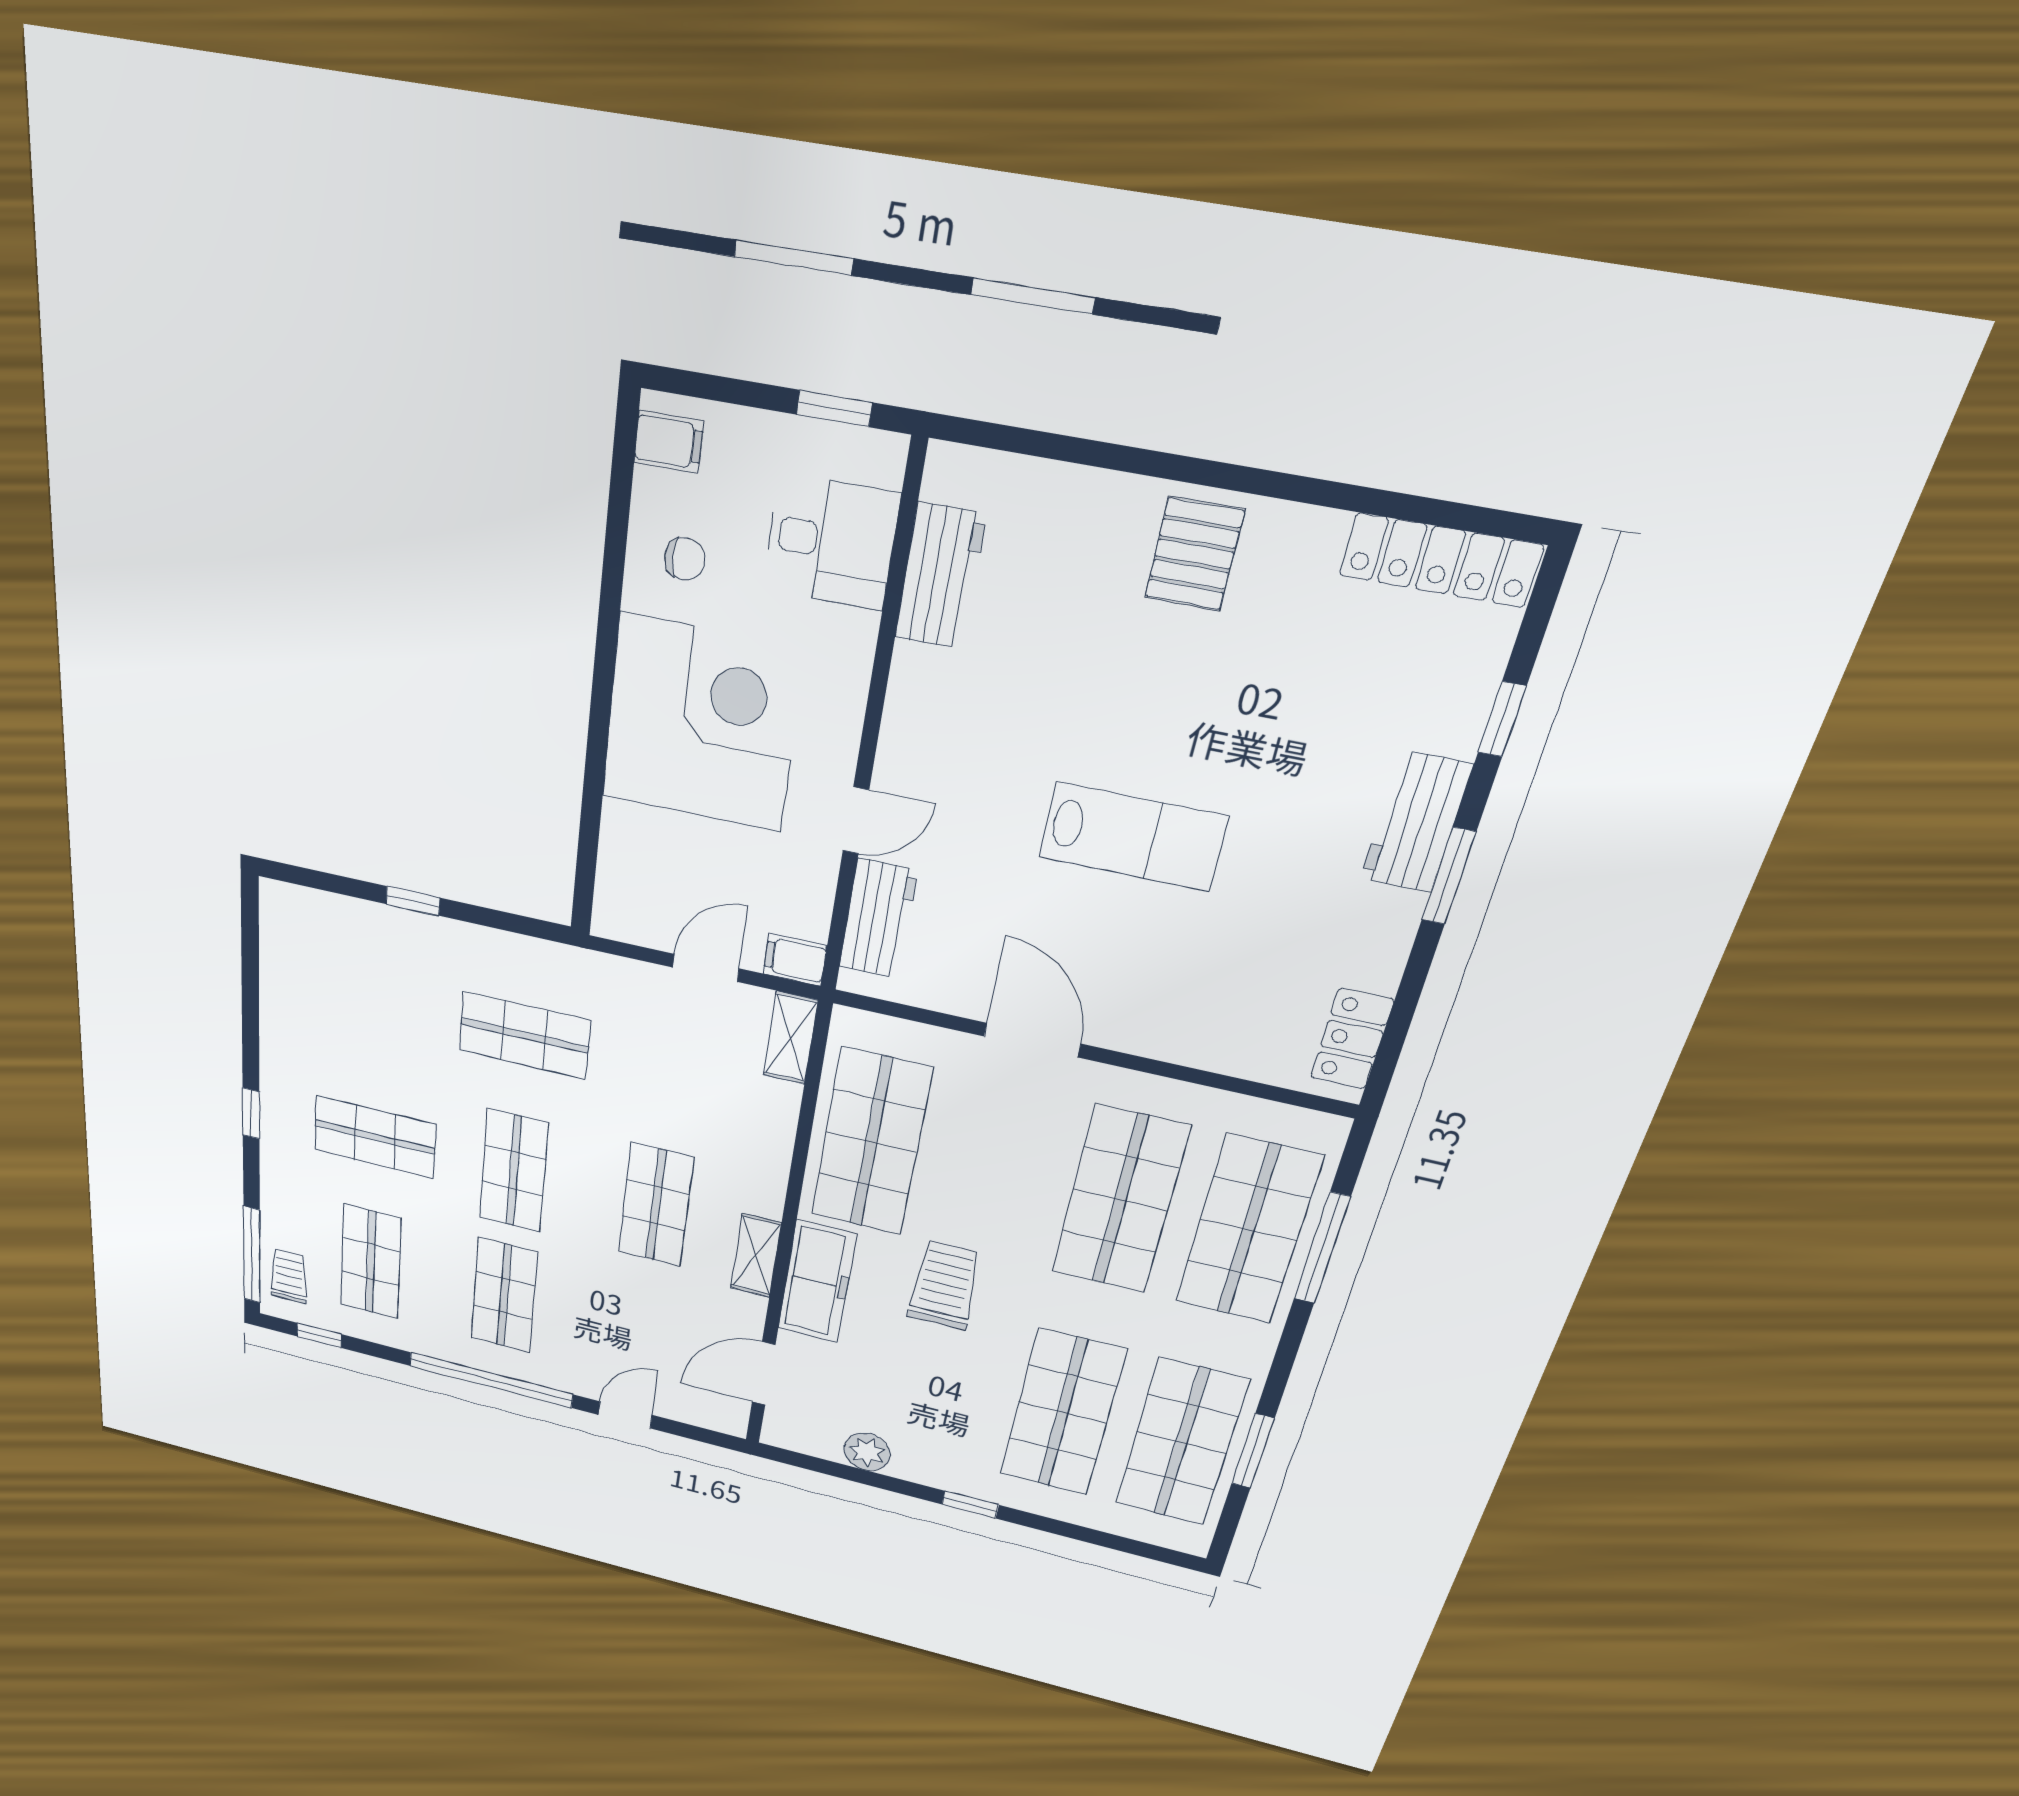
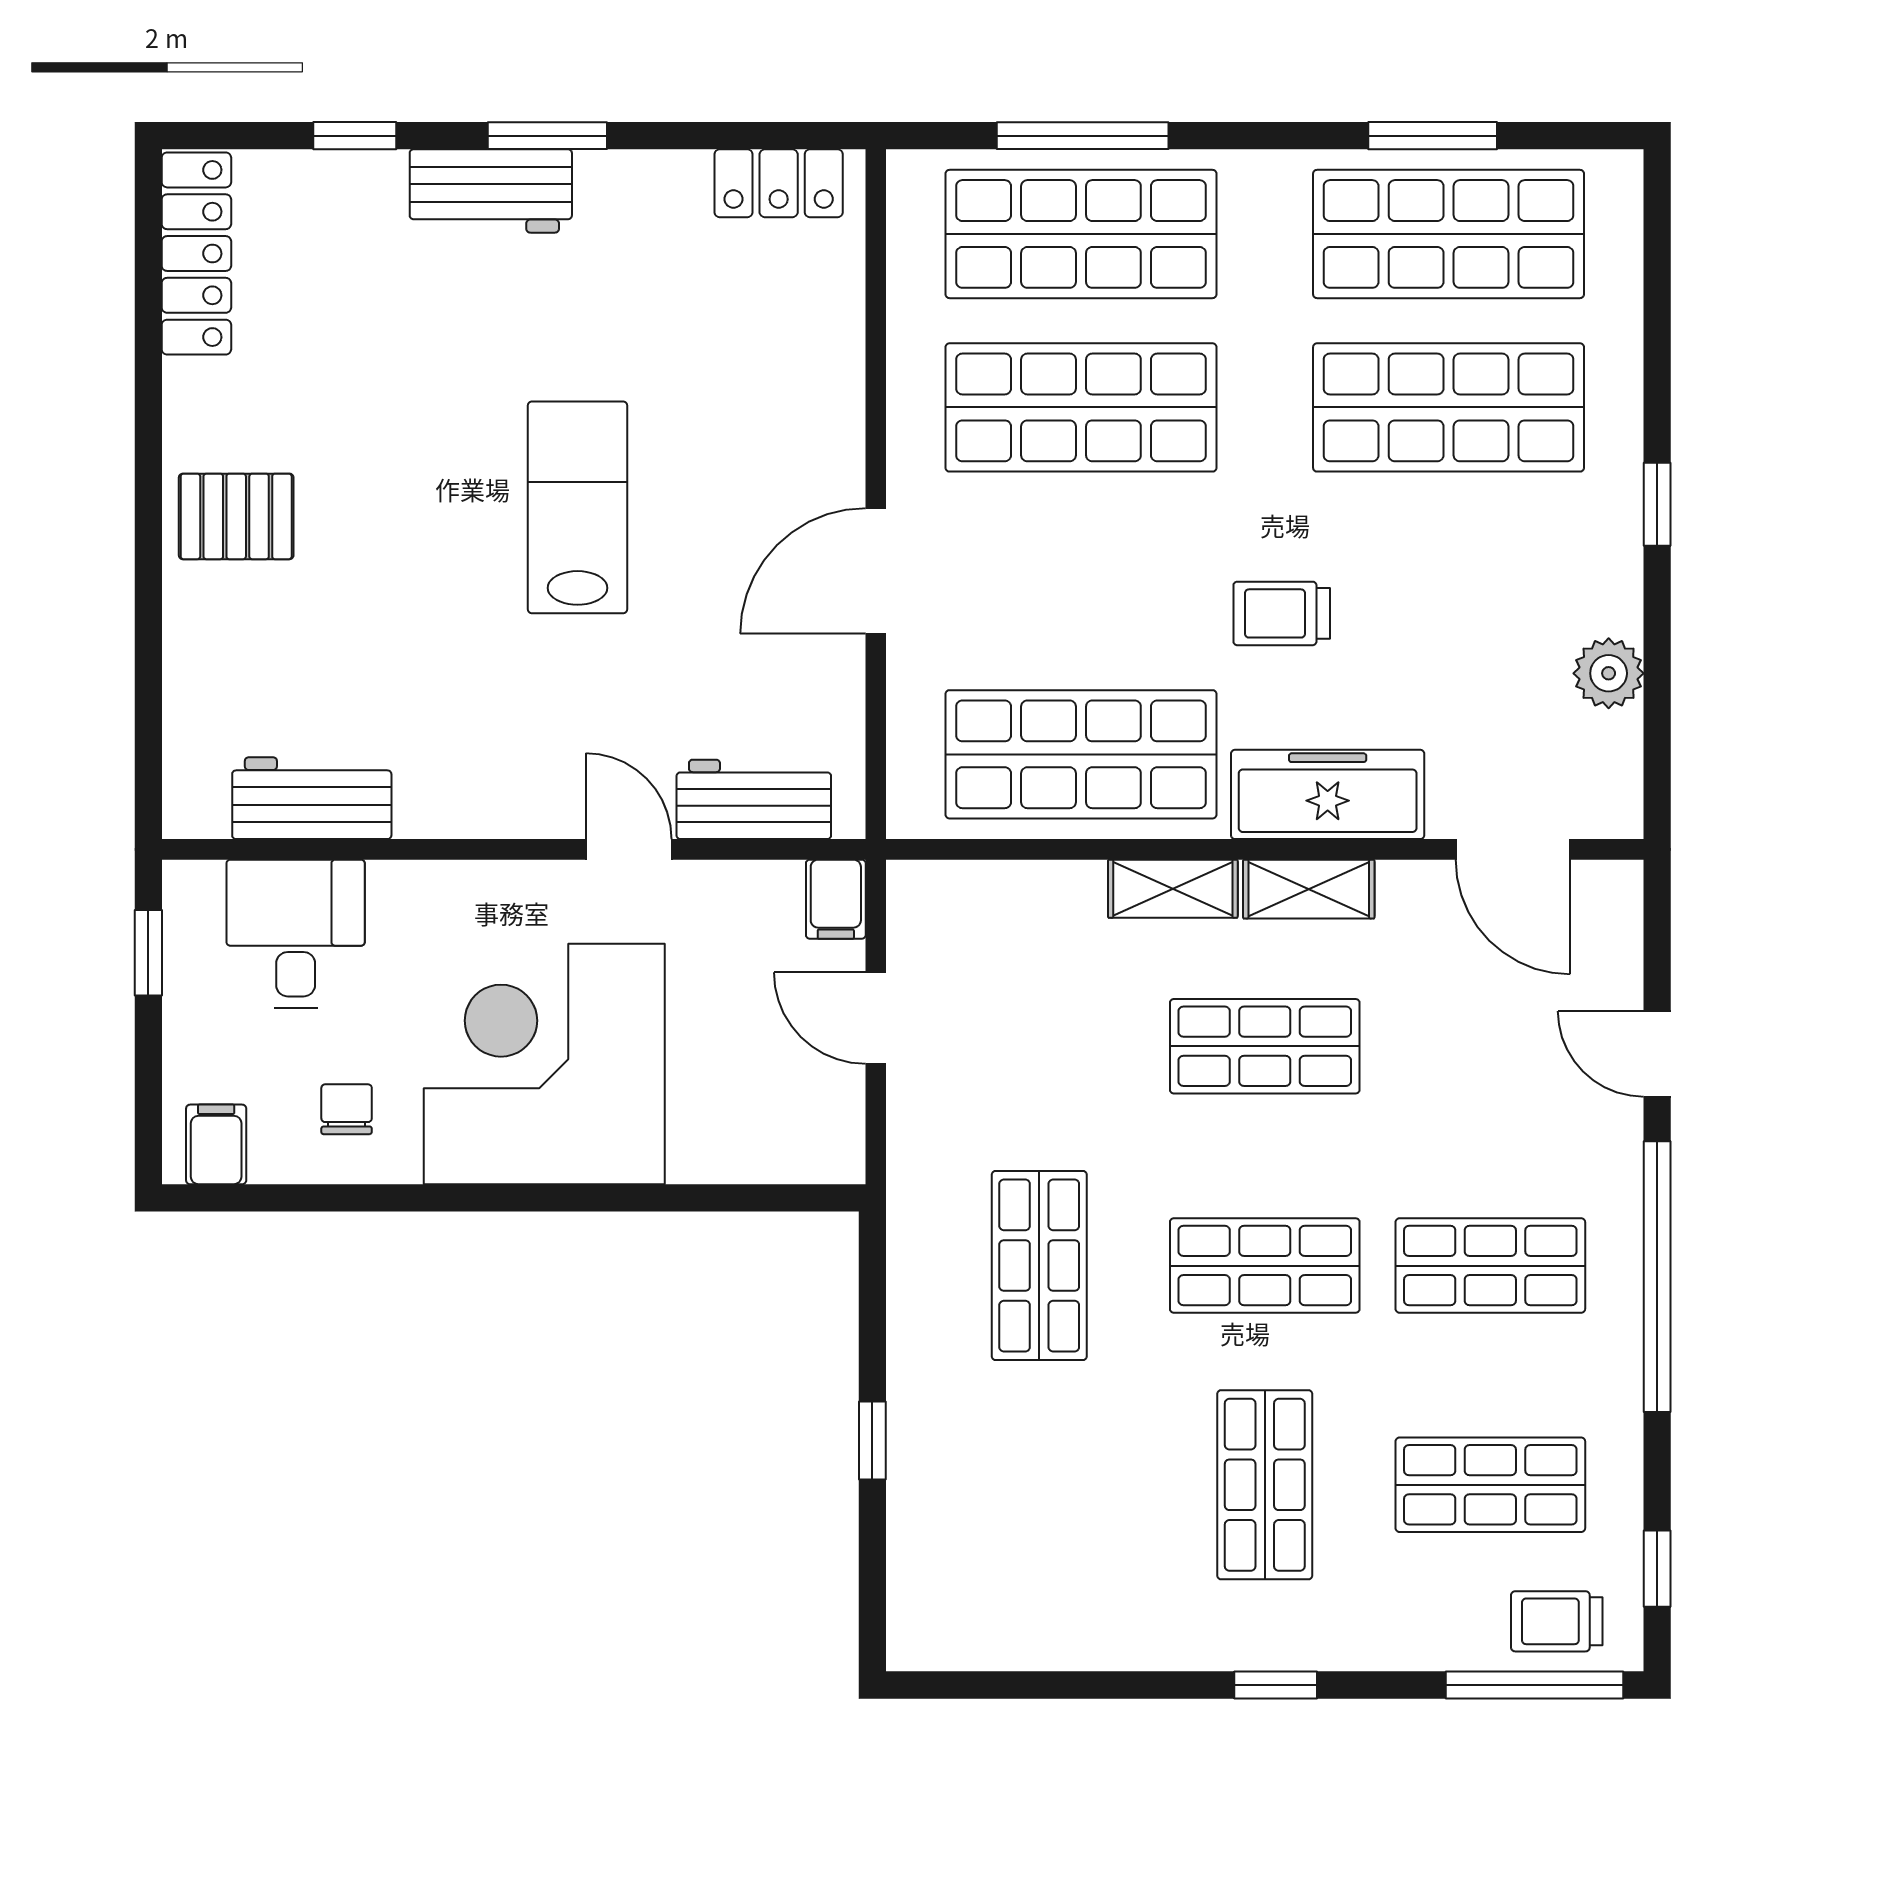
shelving: (791, 1038) -> (1173, 889), moved
trolley: (945, 1285) -> (1282, 613), width x0.73, depth x0.72

